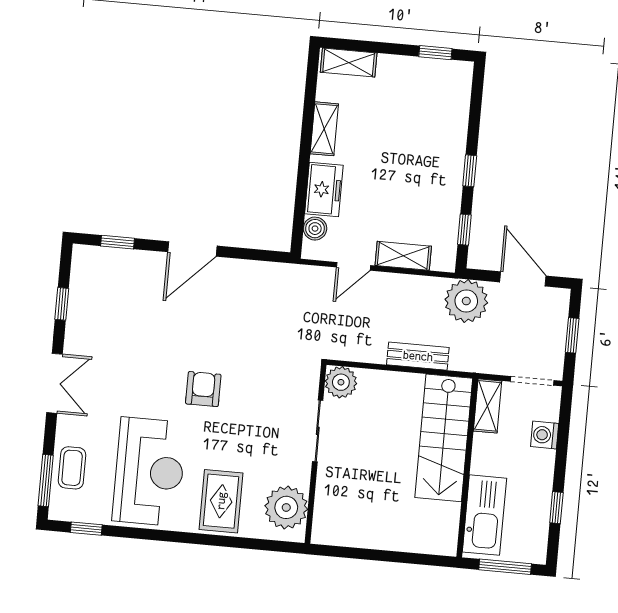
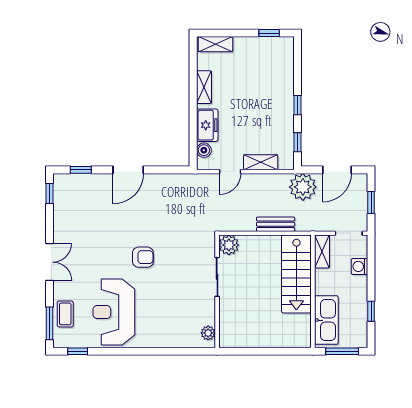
door: (523, 279) -> (337, 170), swing flipped
window: (62, 304) -> (49, 194), moved
armchair: (203, 389) -> (143, 257), turned 90
reception desk: (149, 472) -> (114, 312), turned 180
rug: (221, 501) -> (160, 326), removed
plant: (286, 507) -> (208, 333), width x0.53, depth x0.53

